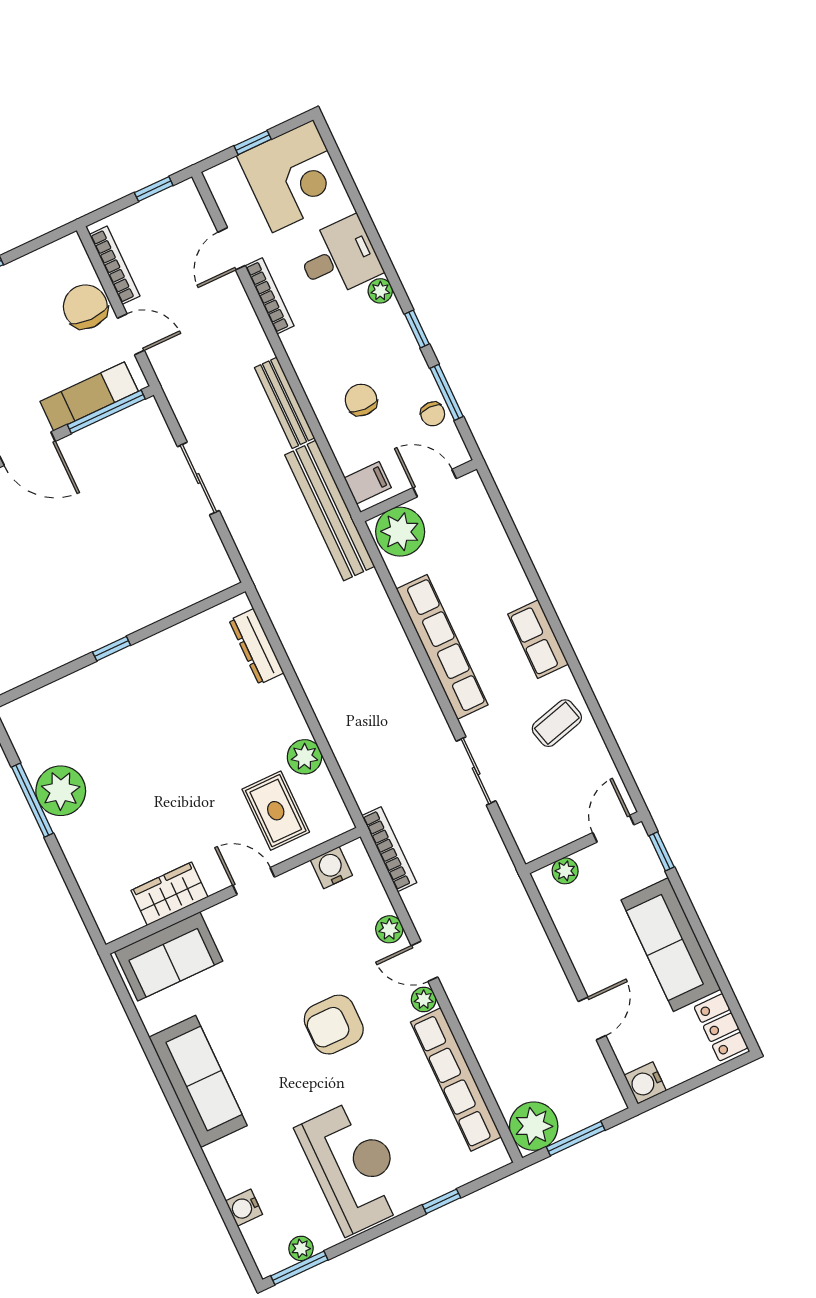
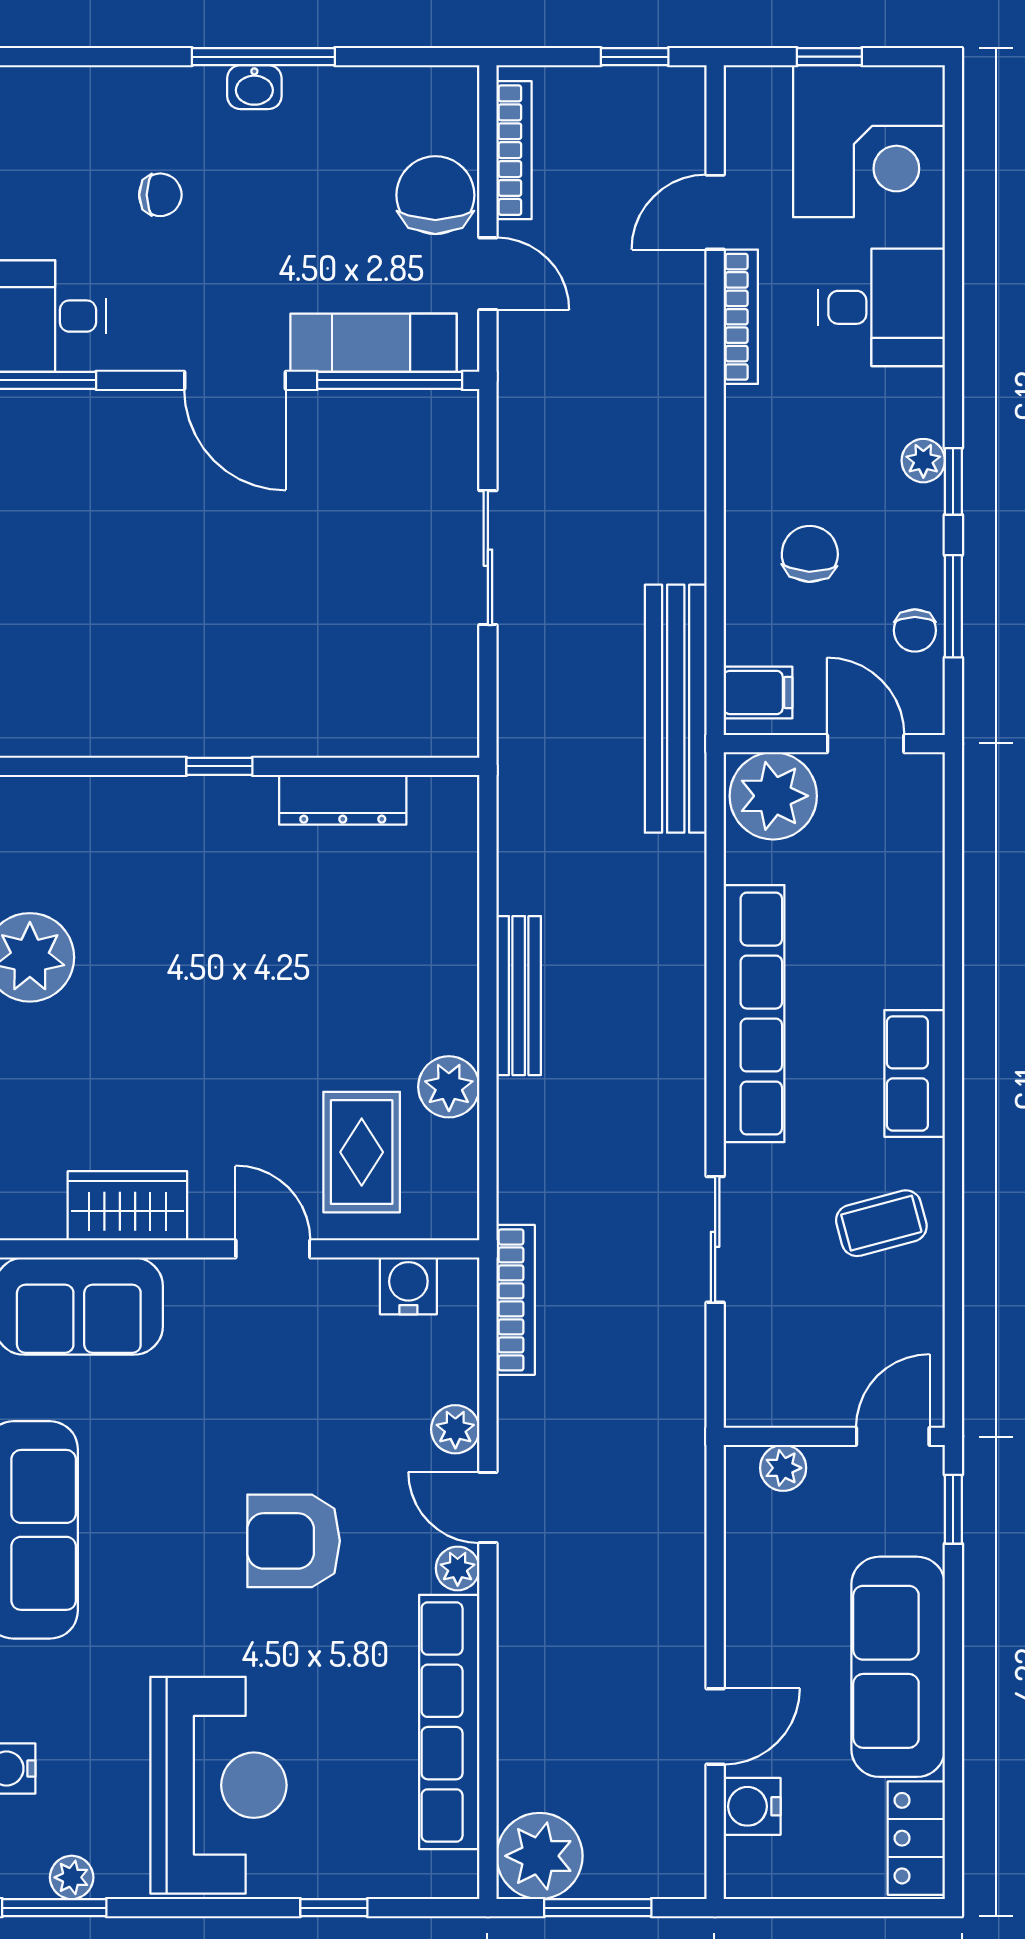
plant: (380, 291) -> (923, 461), moved
bench: (285, 403) -> (519, 996), moved
dresser: (256, 647) -> (343, 800), moved, turned -90
water cooler: (645, 1083) -> (752, 1806), moved

